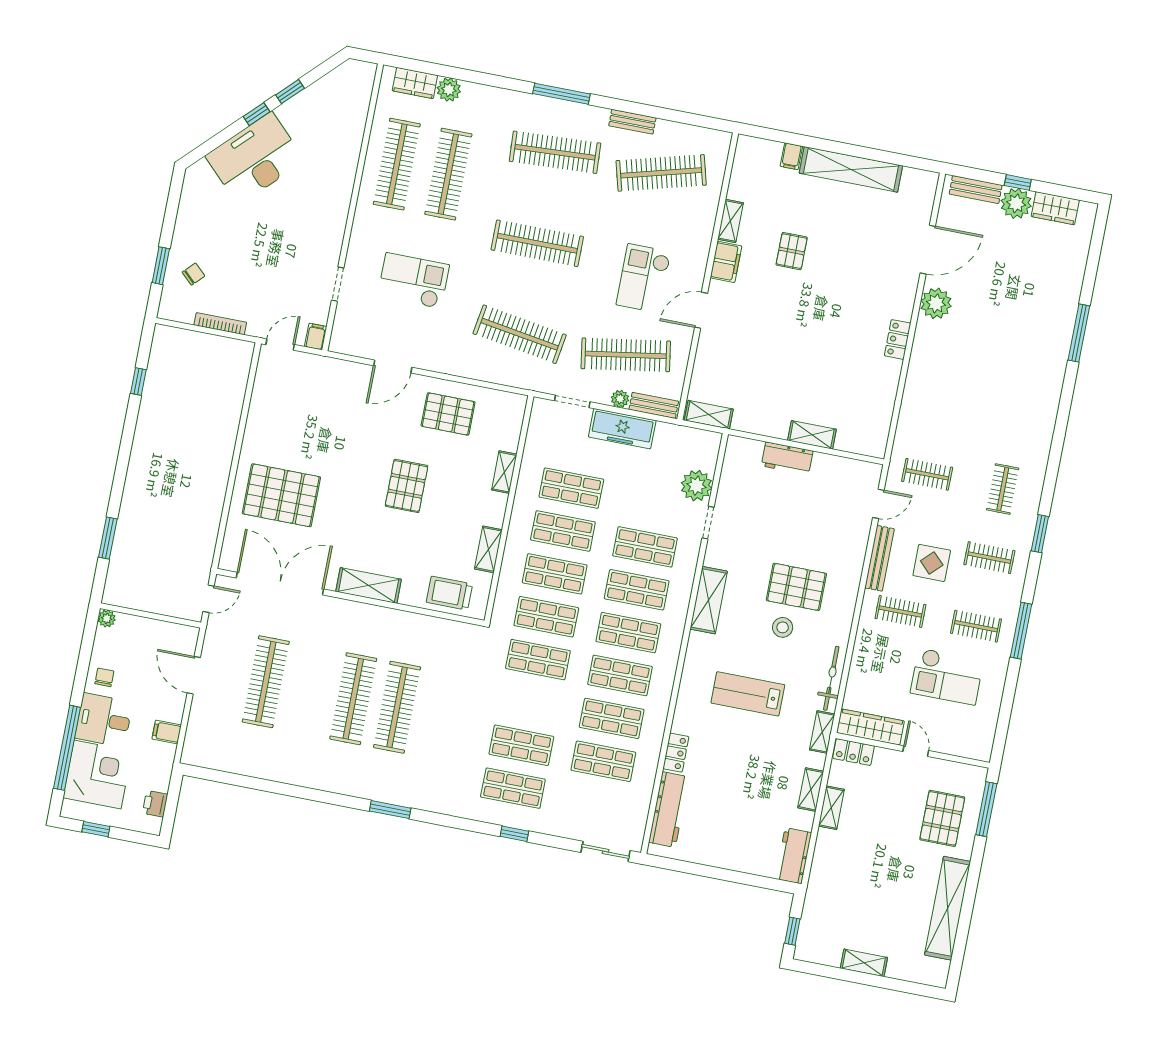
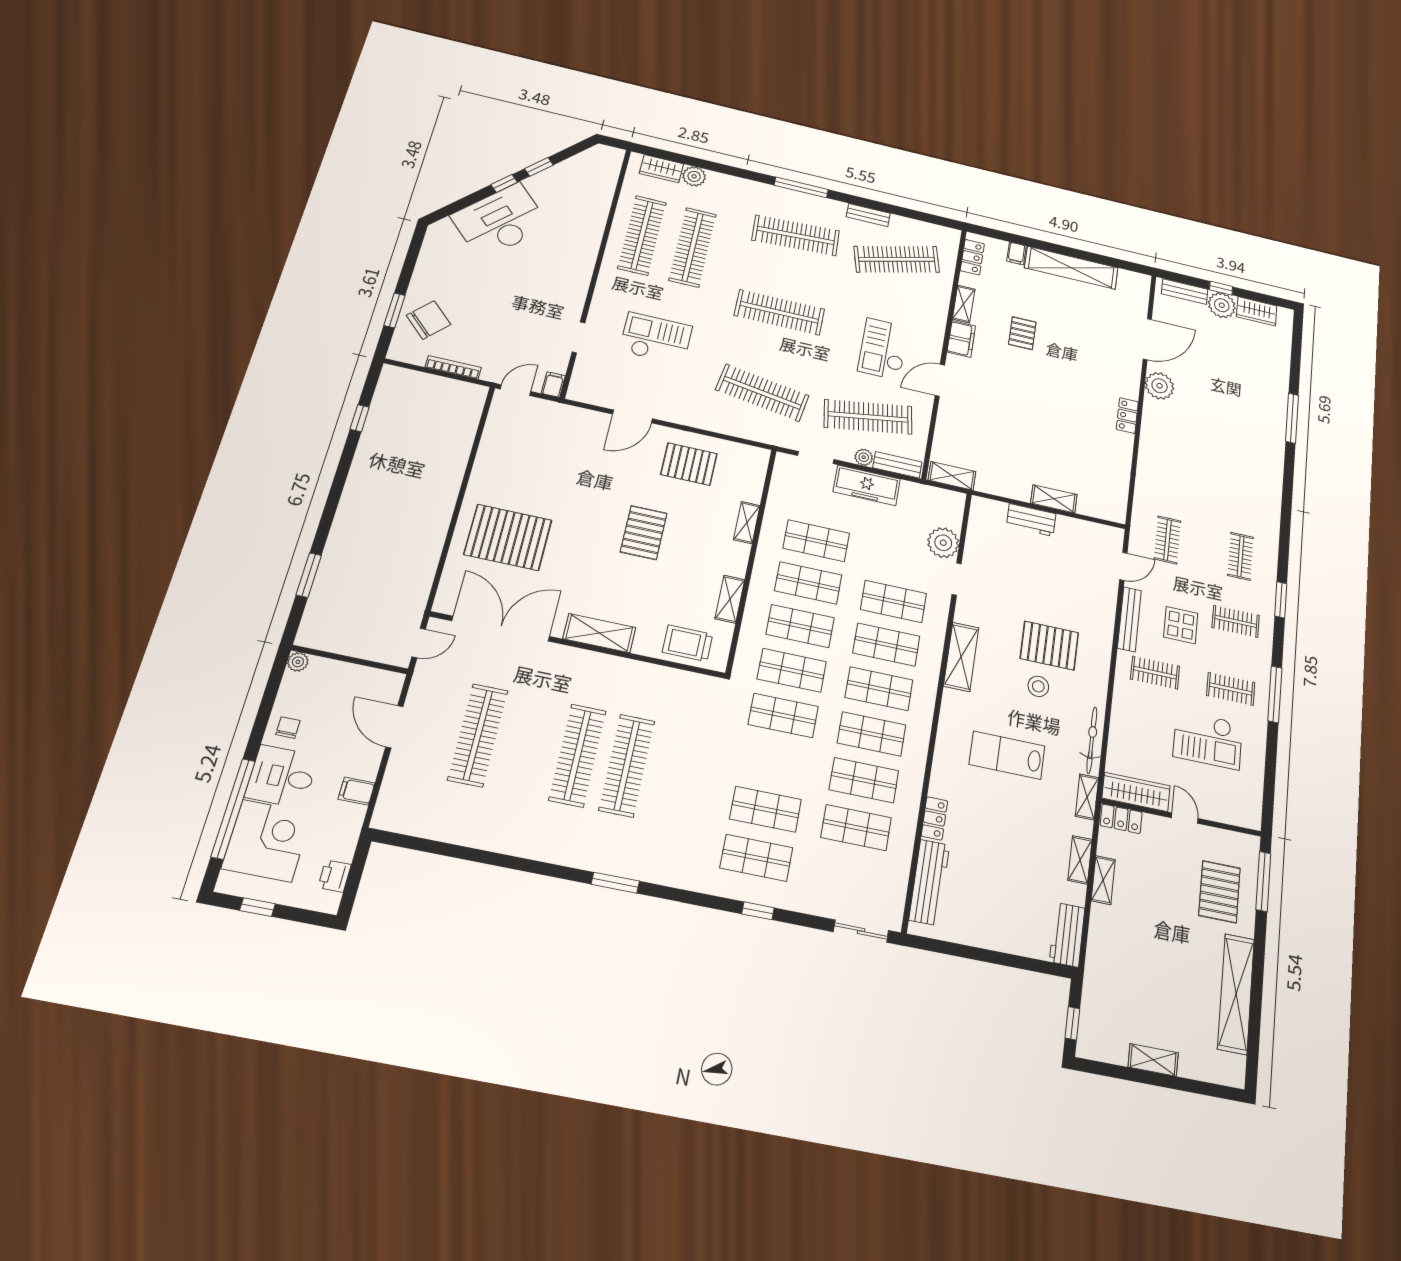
locker: (743, 164) -> (972, 257), added
chair: (193, 274) -> (428, 320), width x1.87, depth x1.87
clothes rail: (927, 474) -> (1167, 540), turned 90

